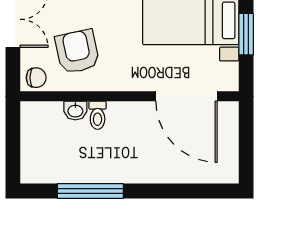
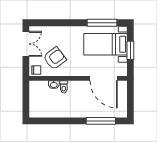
armchair: (77, 52) -> (55, 58), turned 65
window: (90, 191) -> (101, 121), moved

